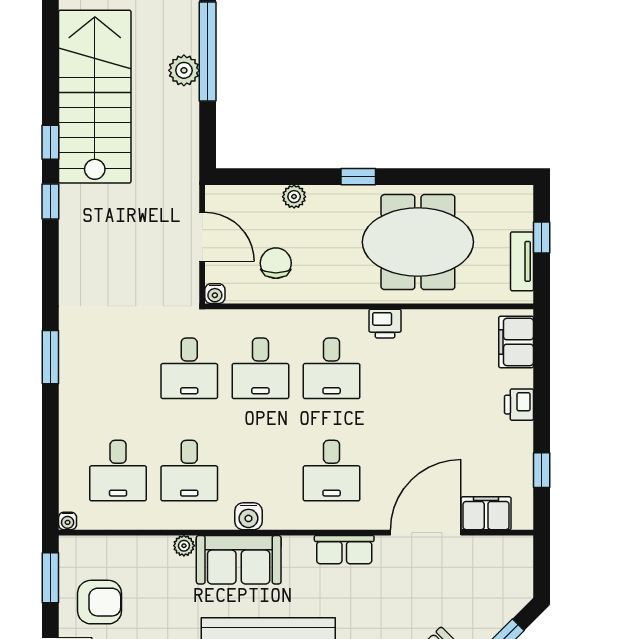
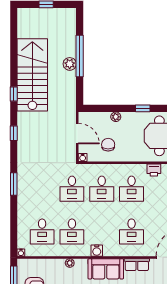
window: (50, 202) -> (14, 133), moved
sofa: (239, 560) -> (106, 269), moved

